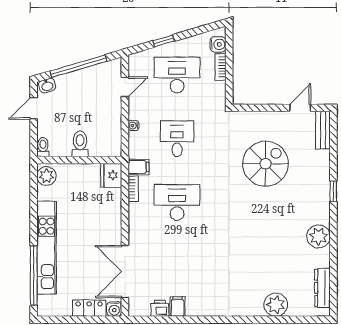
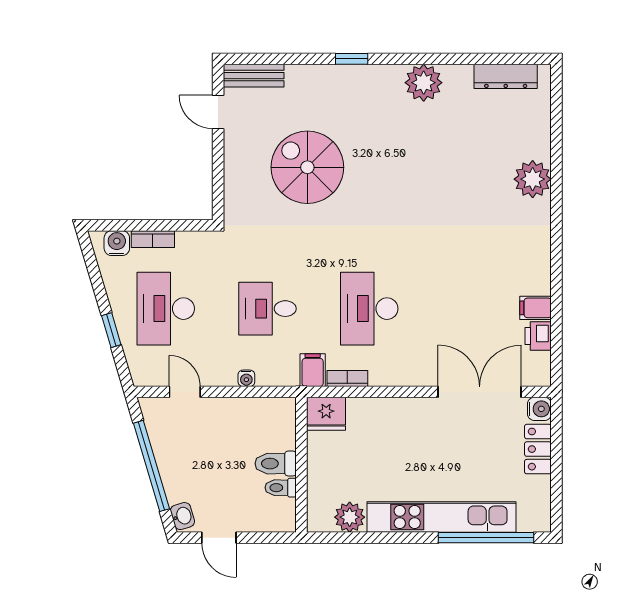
toilet: (43, 147) -> (281, 488), moved
plant: (46, 176) -> (350, 517), moved
double door: (125, 272) -> (480, 392), swing flipped
plant: (276, 305) -> (533, 179), moved

